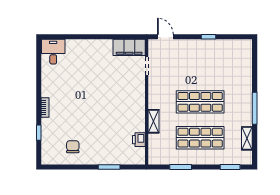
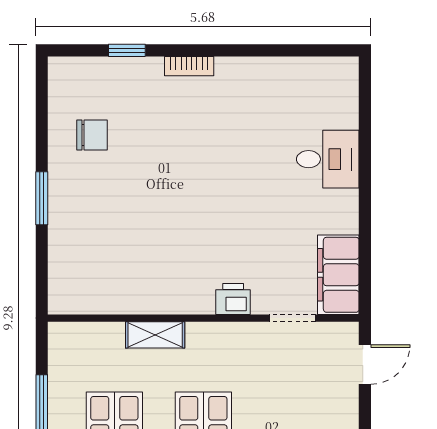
desk: (53, 52) -> (328, 159), moved
printer: (139, 140) -> (233, 299), moved
window: (109, 167) -> (42, 198), moved

